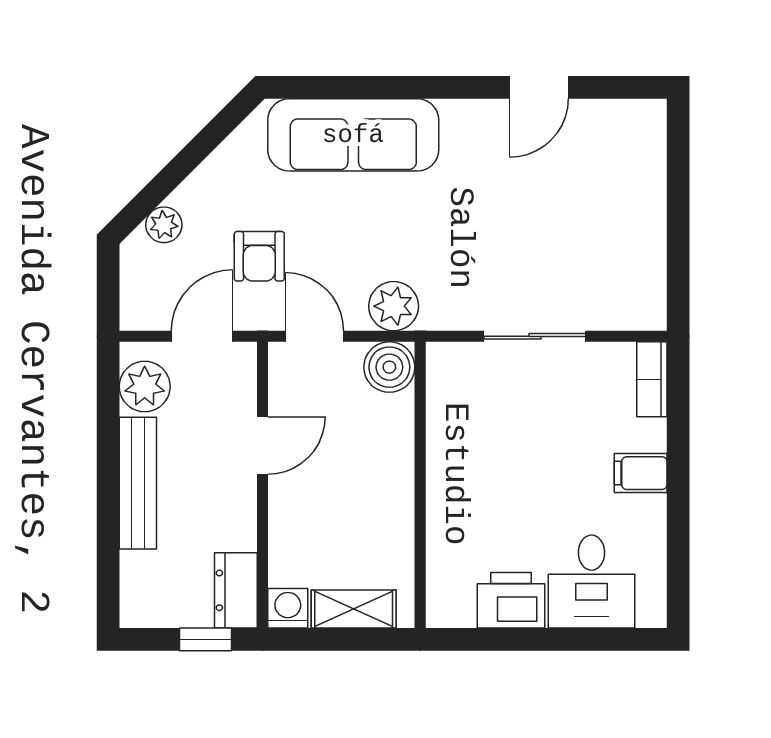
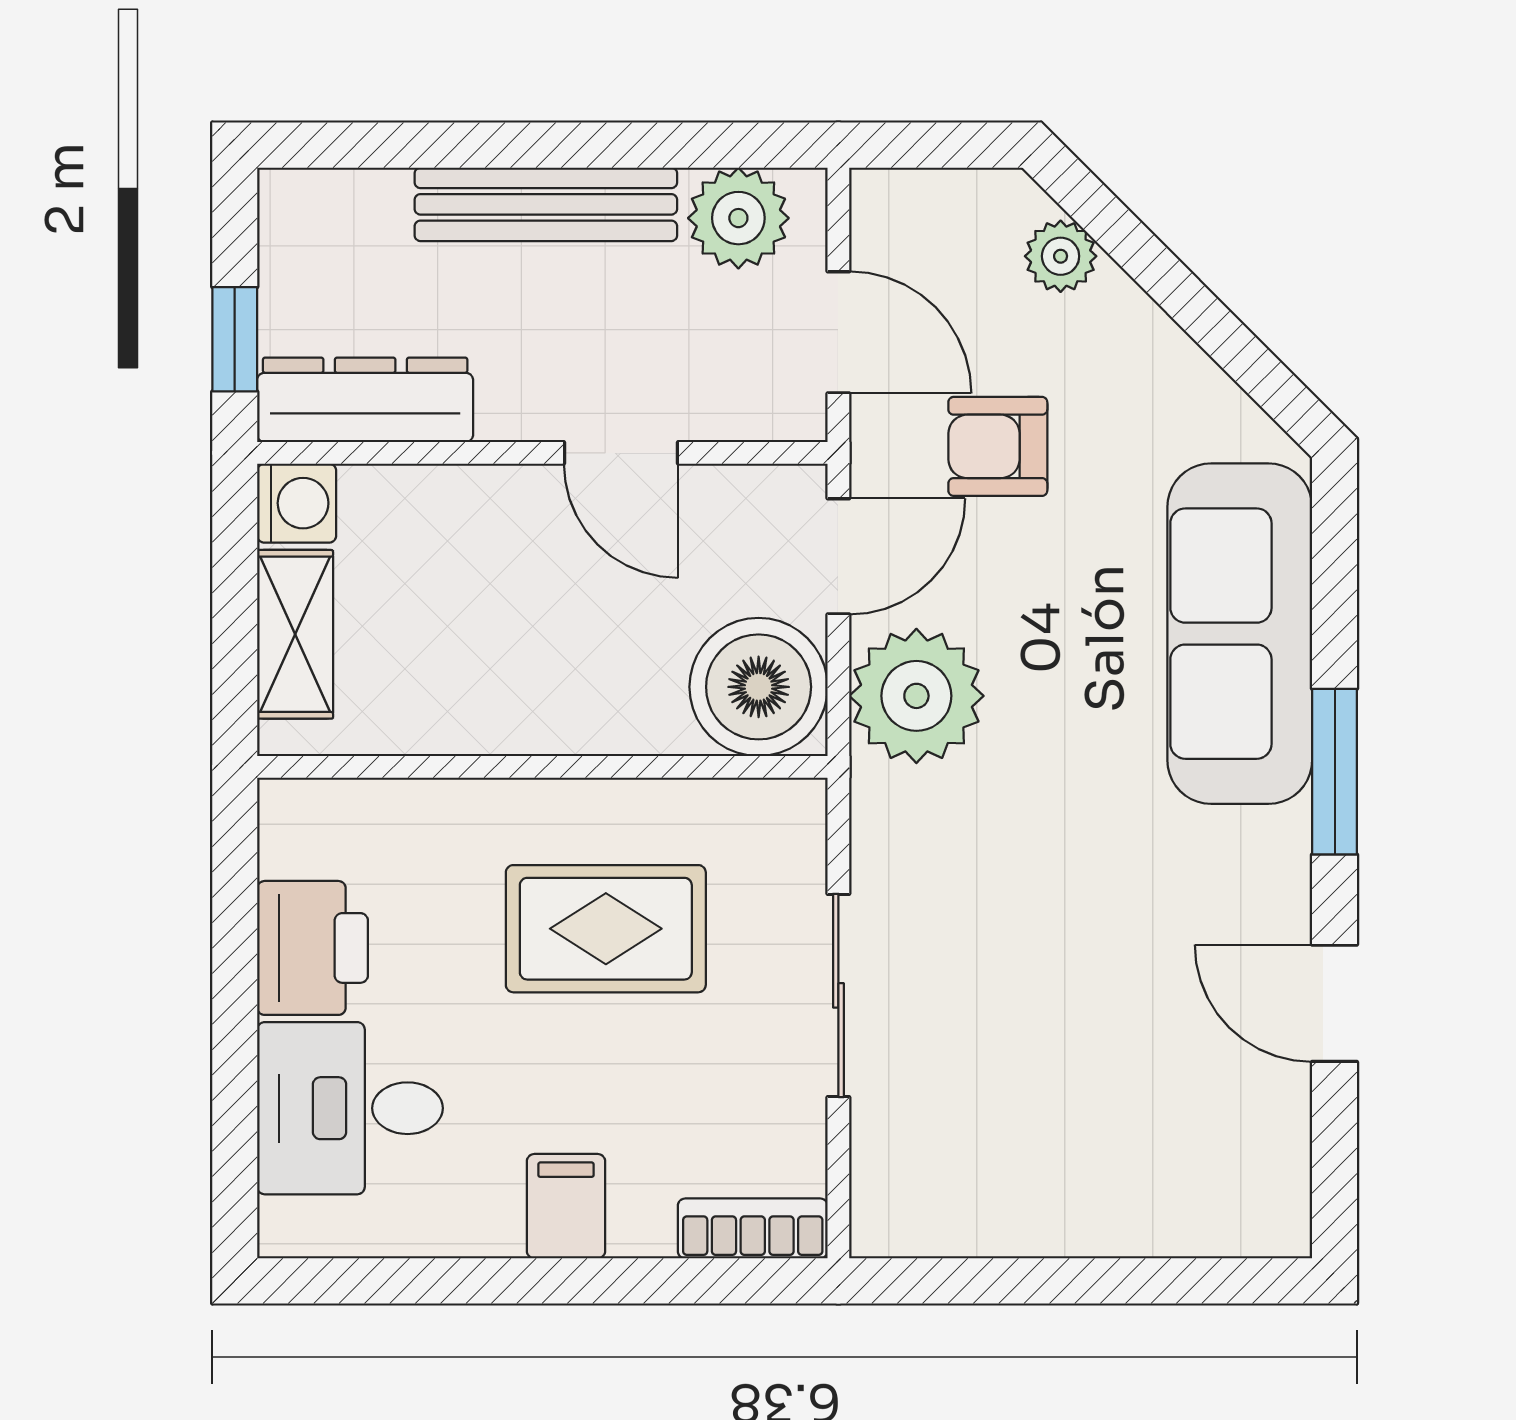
window: (423, 87) -> (1335, 772), added
plant: (394, 306) -> (916, 696), width x1.36, depth x1.36
boiler: (389, 367) -> (759, 687), width x1.37, depth x1.37
rug: (501, 453) -> (606, 929), added
dresser: (236, 590) -> (365, 400), width x1.44

